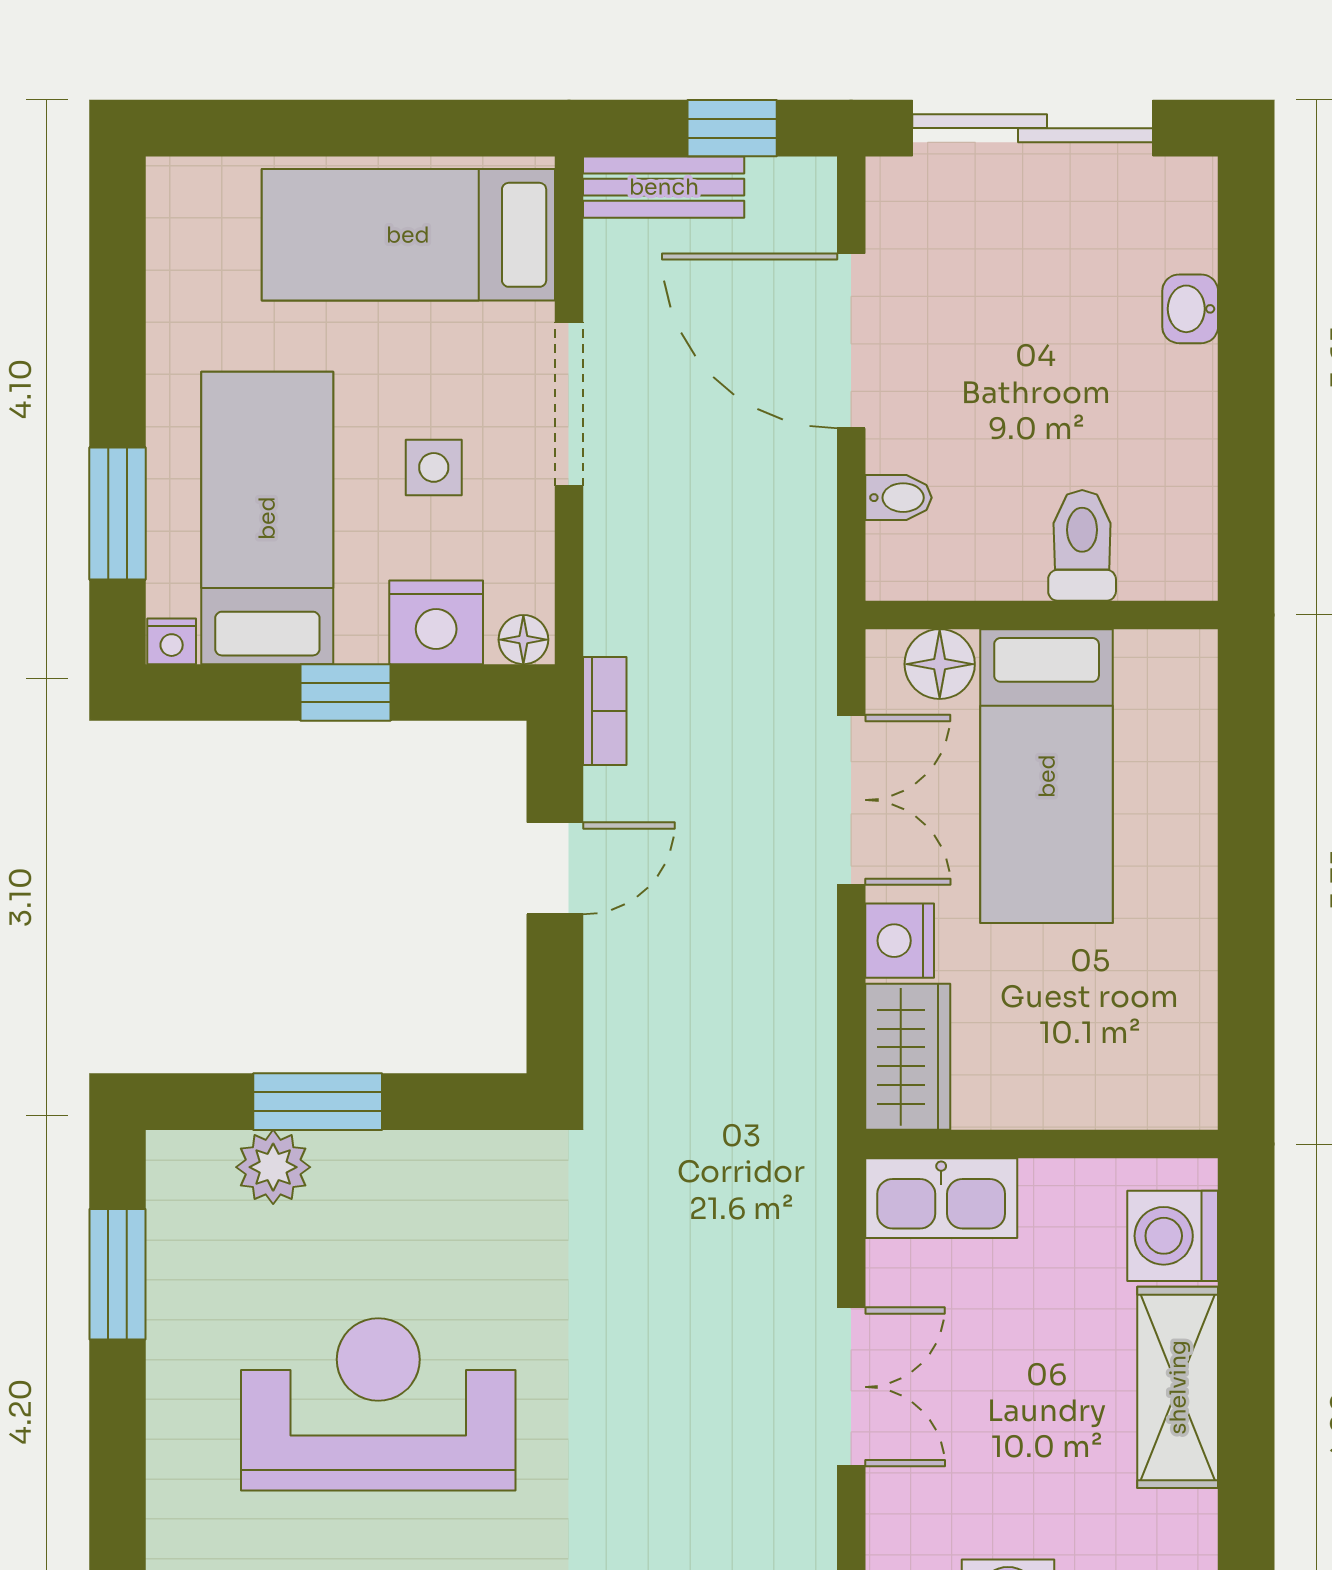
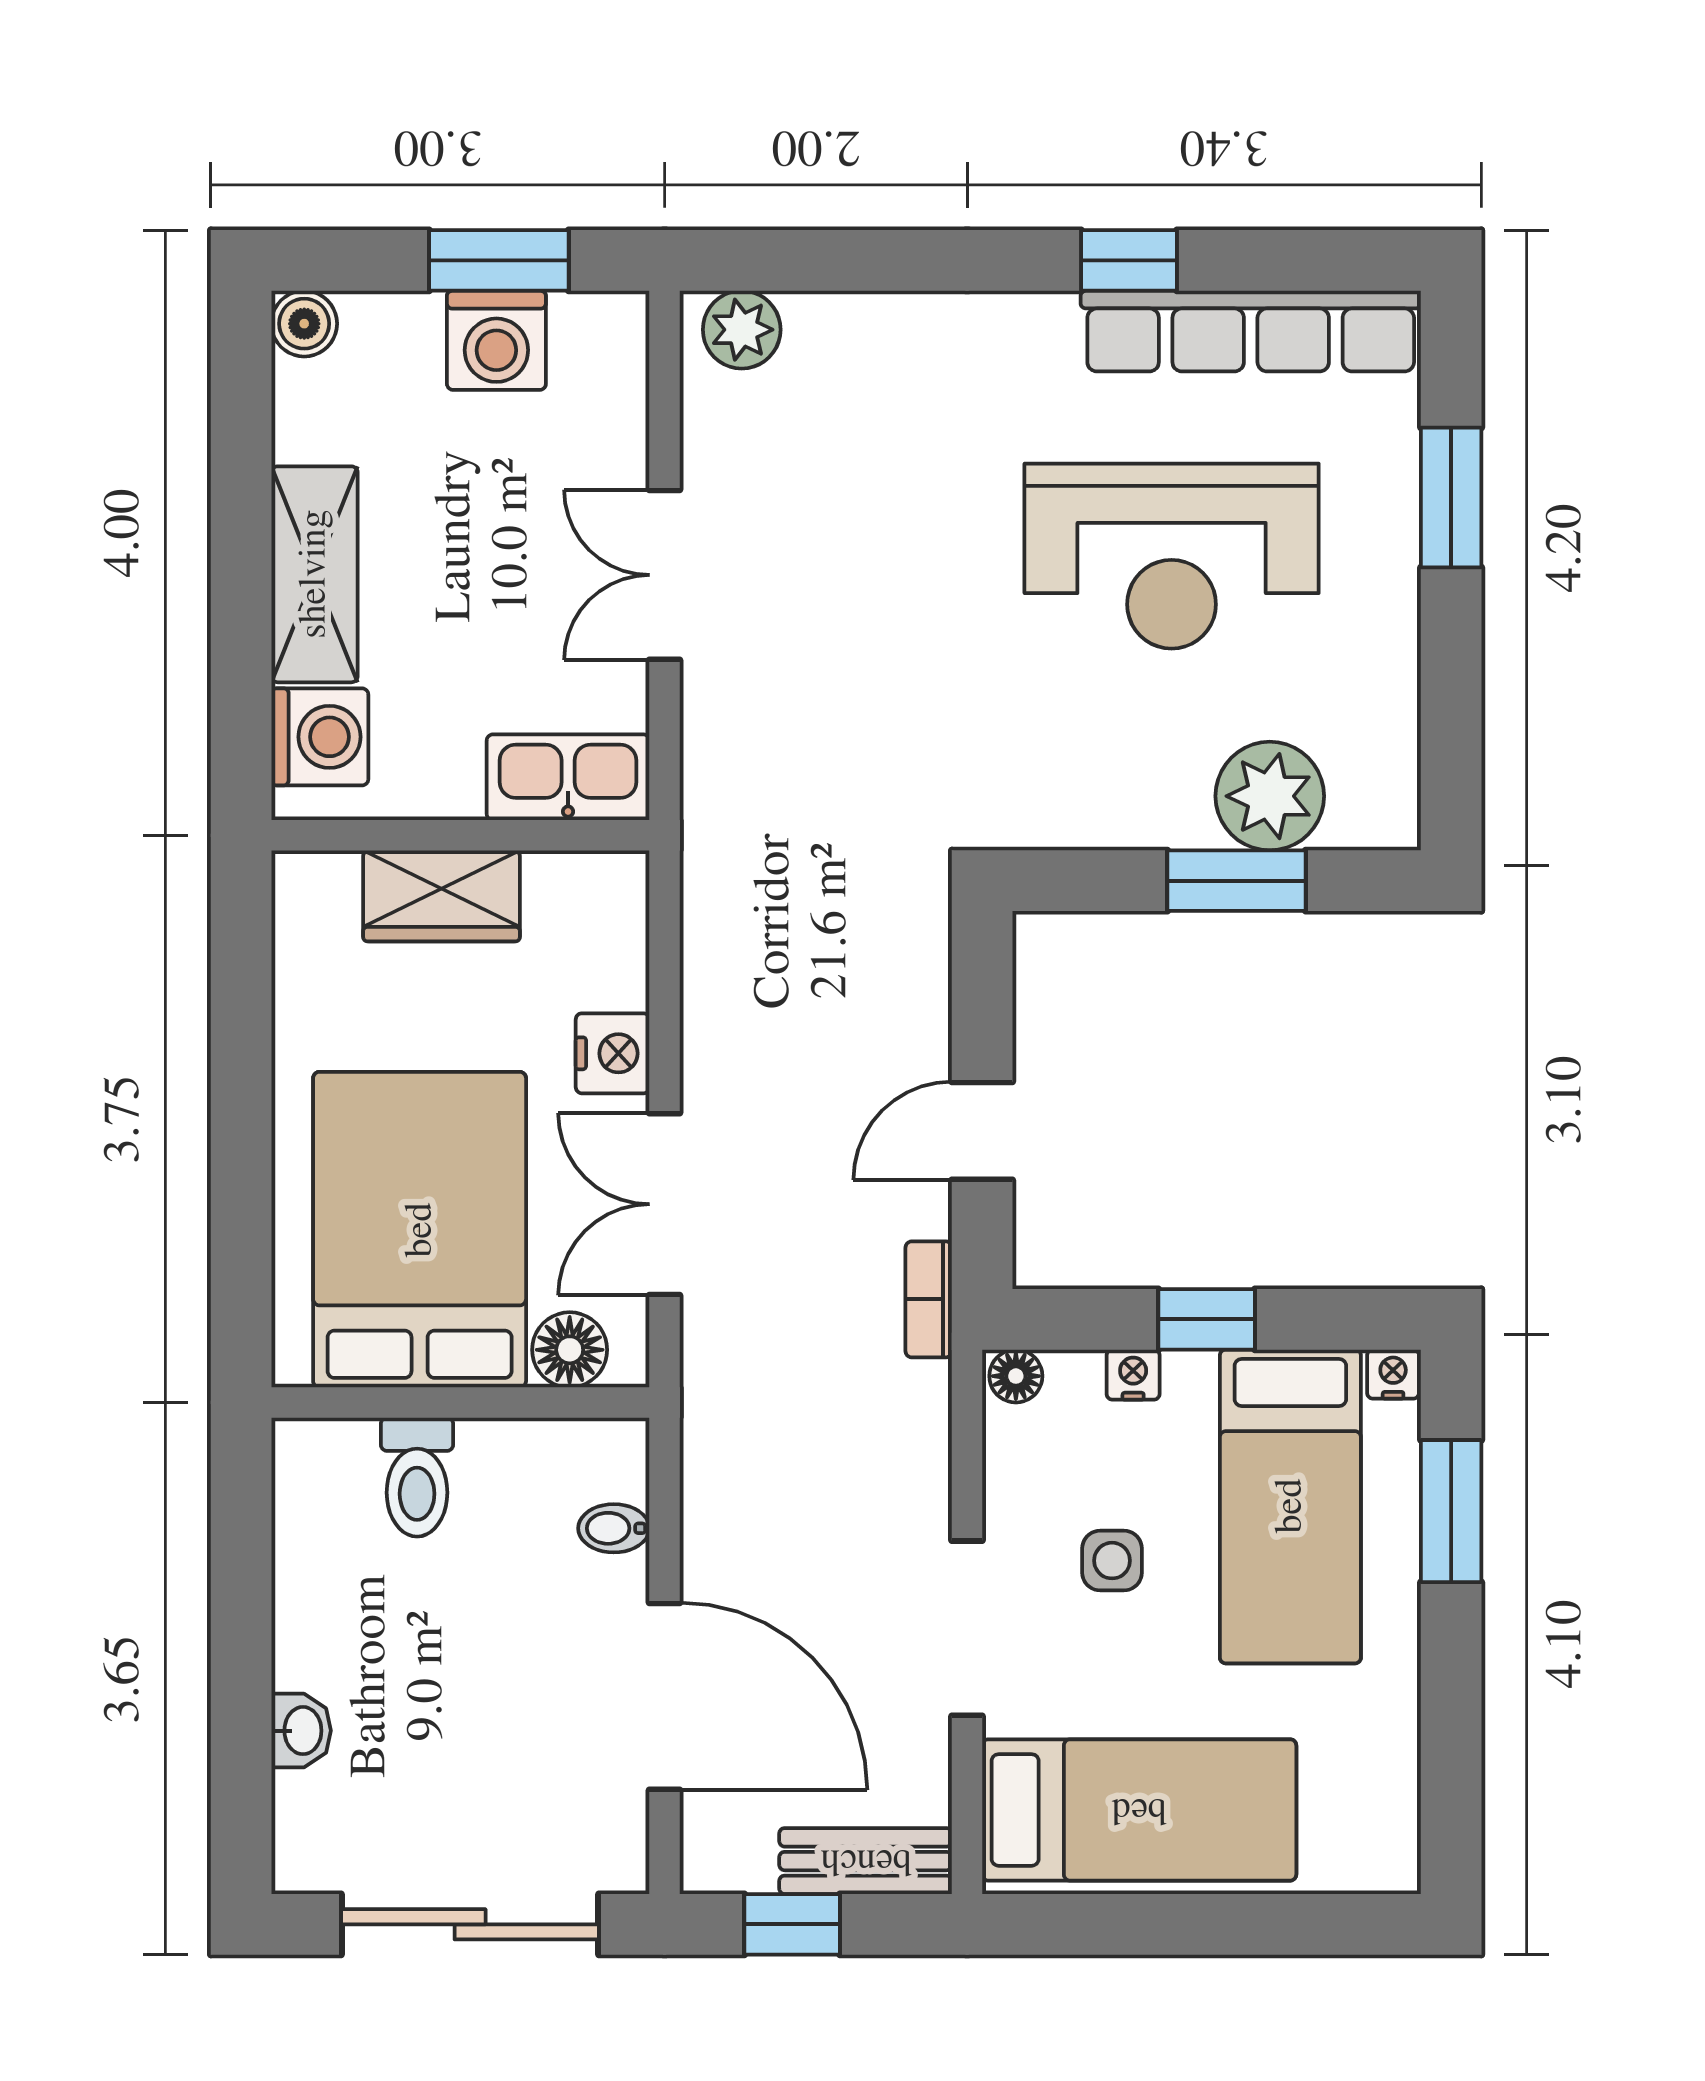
nightstand: (436, 622) -> (1133, 1375), width x0.53, depth x0.56
bed: (1047, 776) -> (420, 1230), width x1.50
wardrobe: (908, 1057) -> (441, 896), moved, turned -90
plant: (273, 1167) -> (1270, 796), width x1.36, depth x1.36
window: (117, 1274) -> (1451, 498), moved

